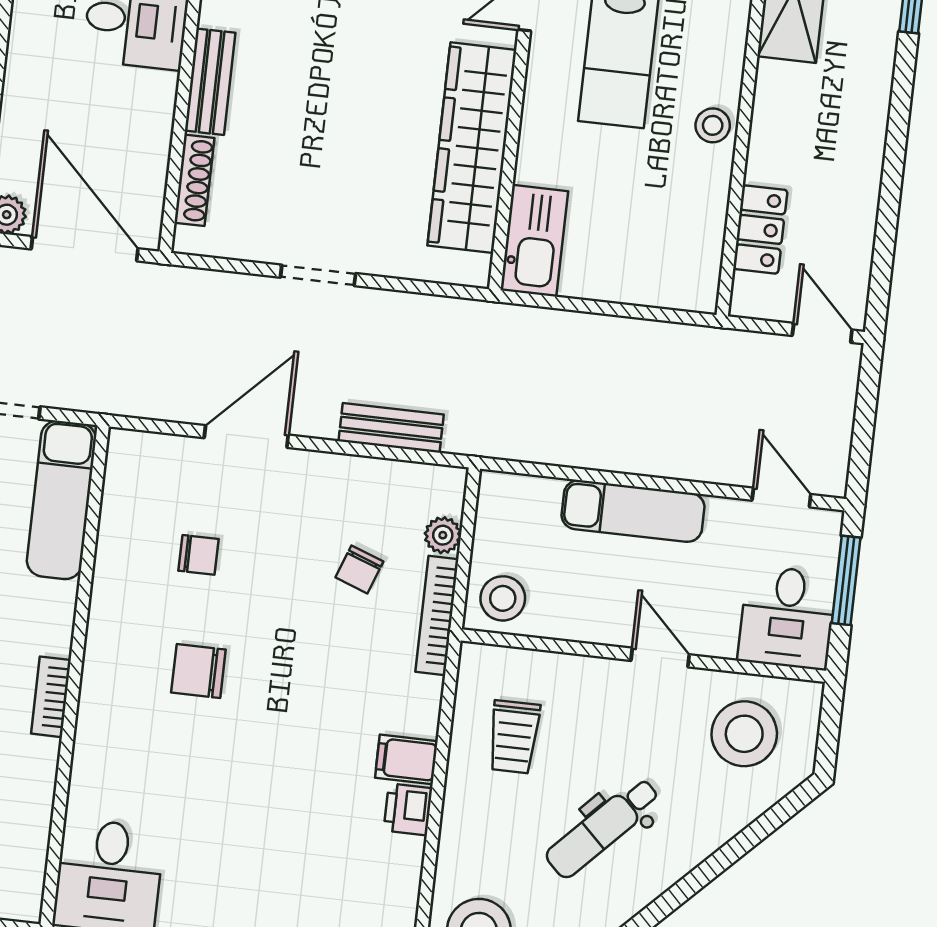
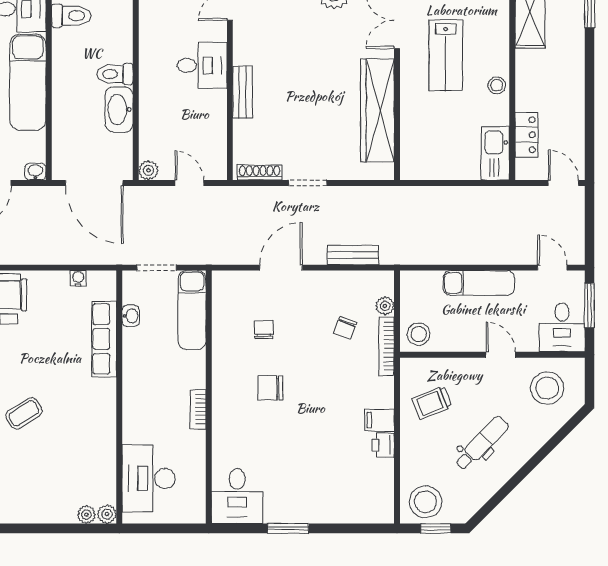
shoe rack: (194, 180) -> (260, 172), moved, turned -90
kitchen sink: (534, 241) -> (495, 153), moved, turned 180
door: (85, 249) -> (189, 183), width x0.53
chair: (199, 555) -> (264, 330), turned -90
trolley: (514, 737) -> (432, 403), turned 68
dental chair: (603, 828) -> (482, 443), turned 180

